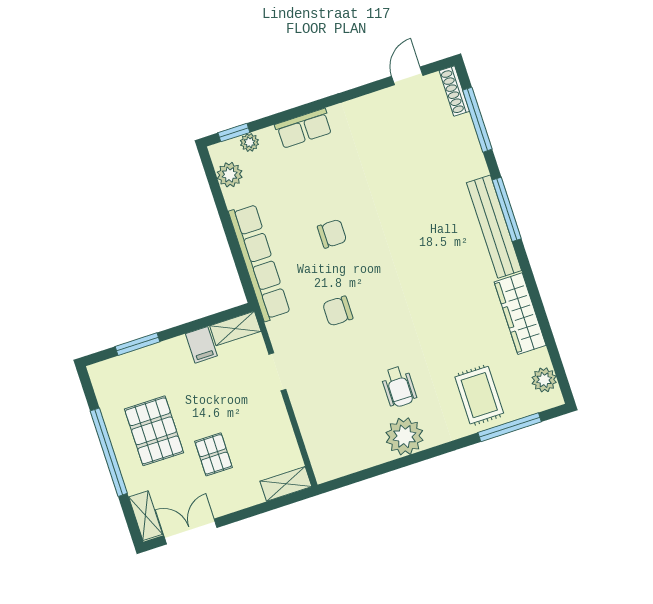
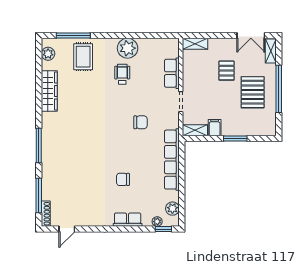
bench: (494, 227) -> (48, 139), removed
chair: (332, 234) -> (123, 179), moved
window: (138, 344) -> (235, 138), moved
row of seats: (310, 418) -> (172, 73), added

